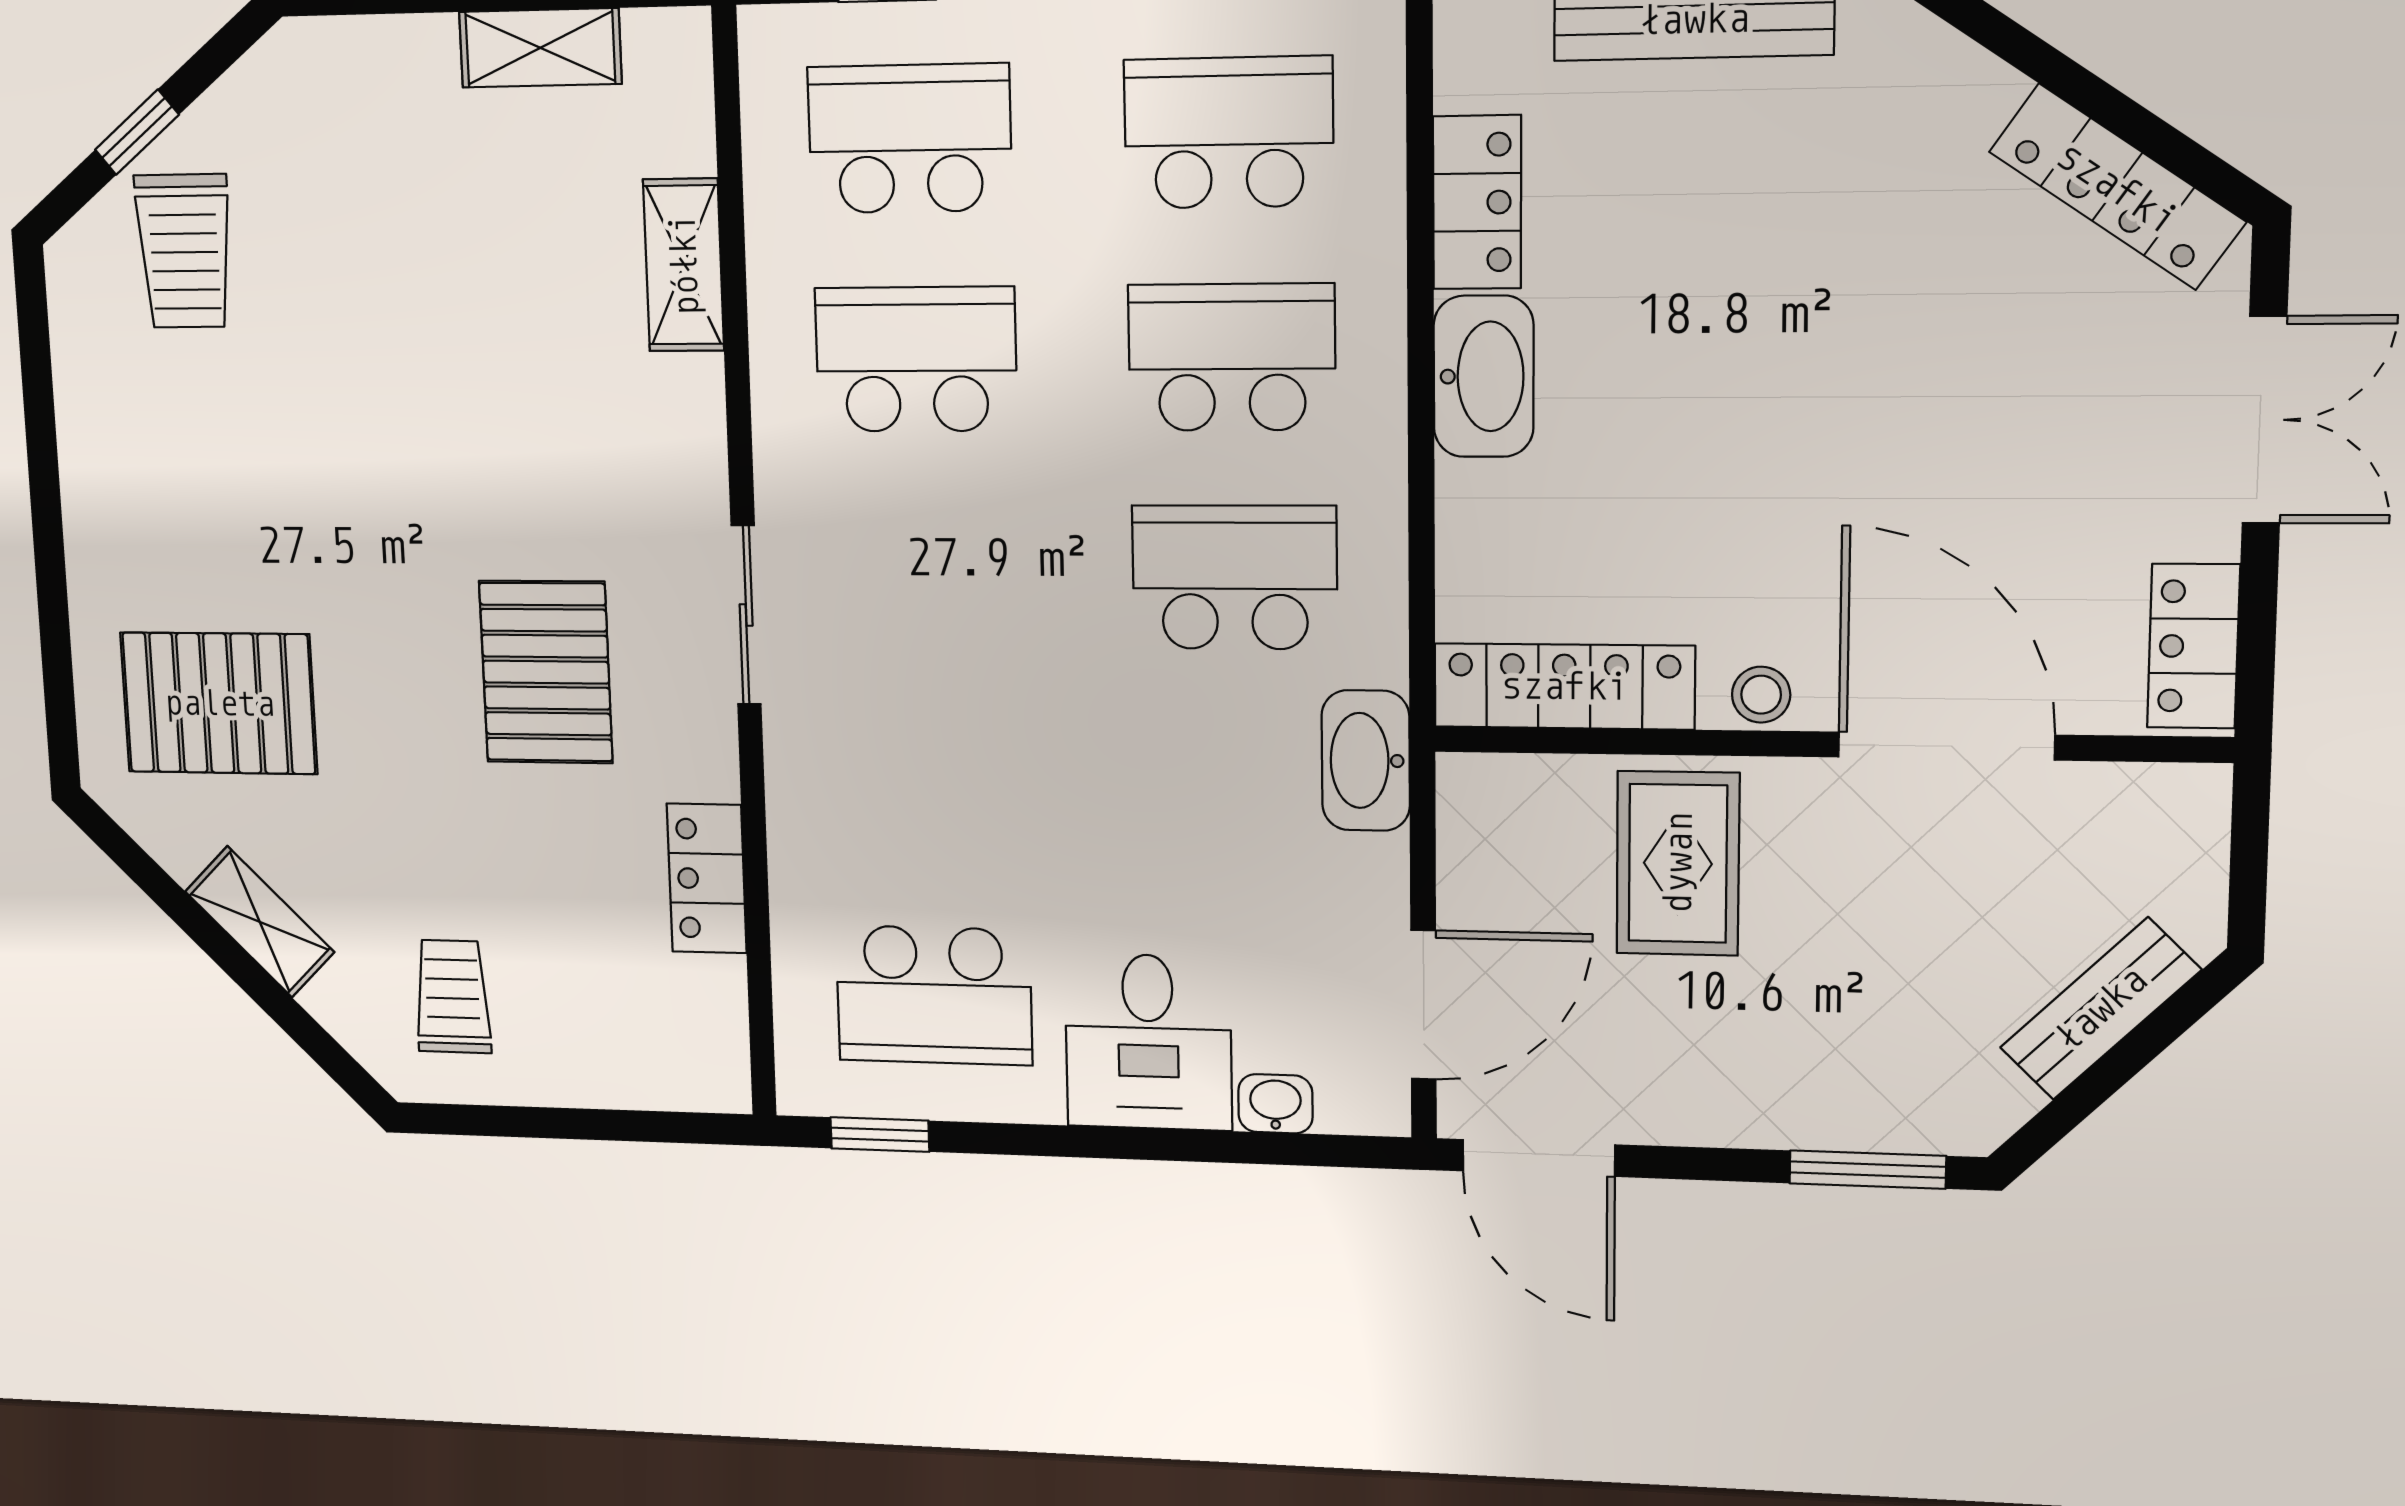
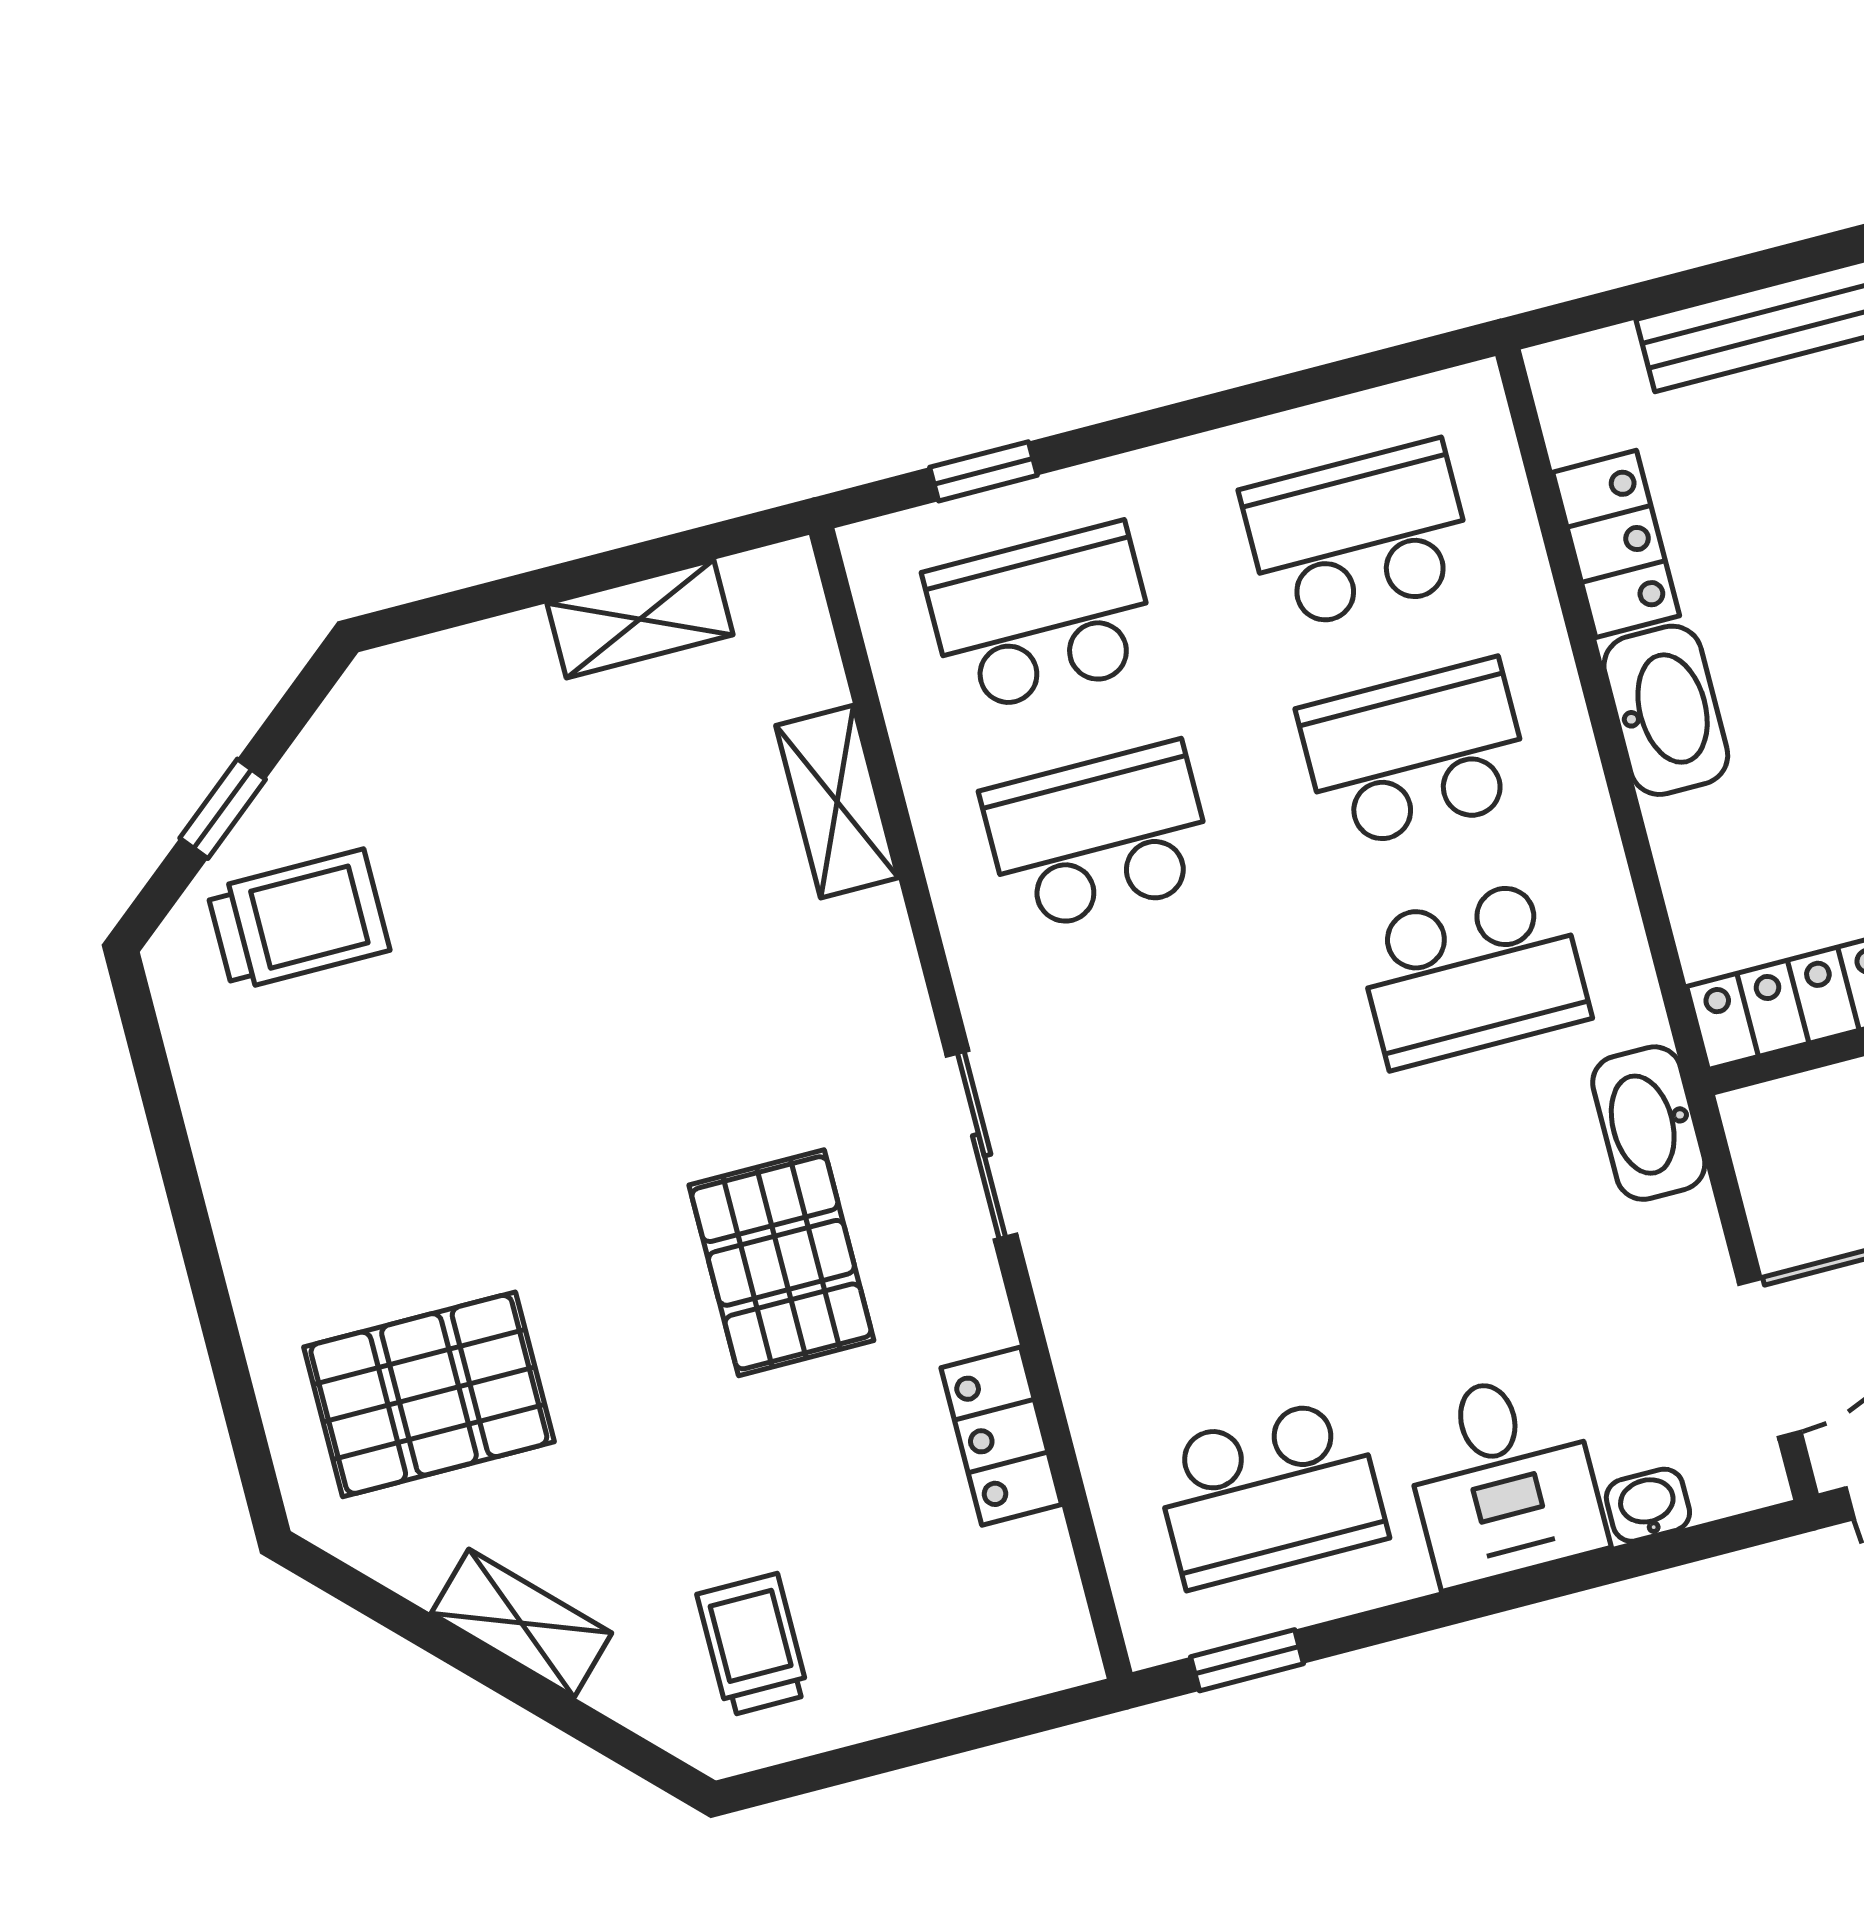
trolley: (184, 251) -> (298, 920), turned -90
school desk: (1235, 577) -> (1472, 973), turned 180

